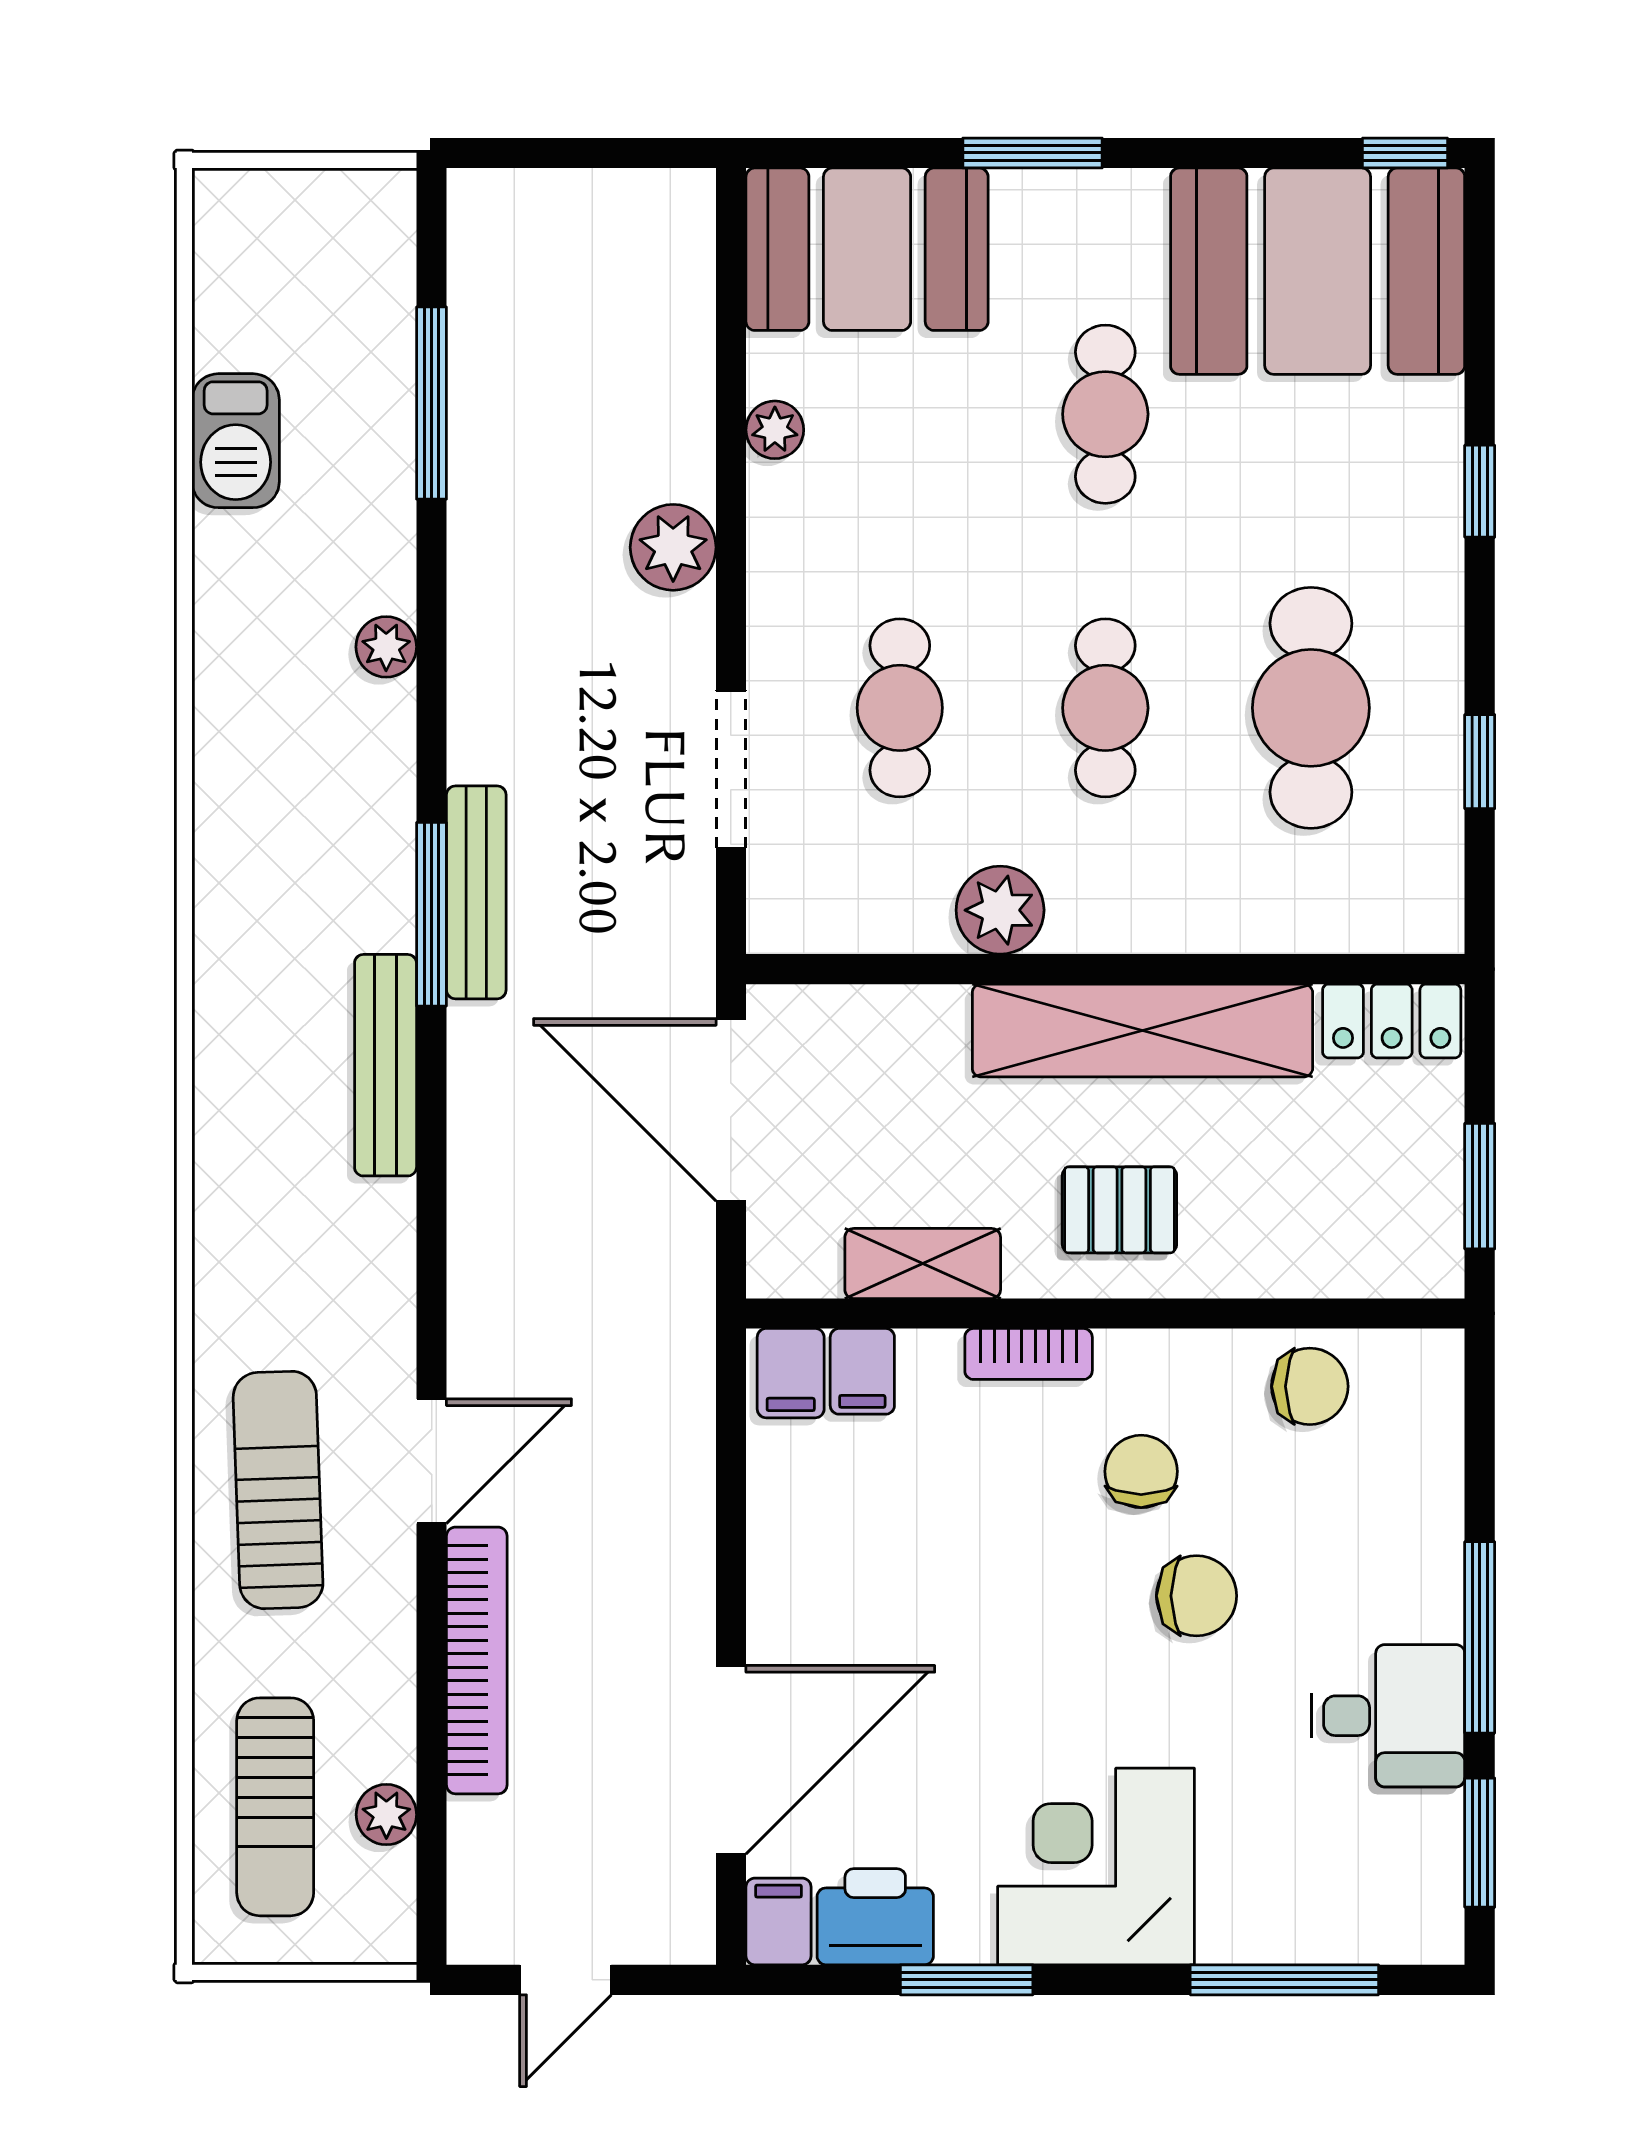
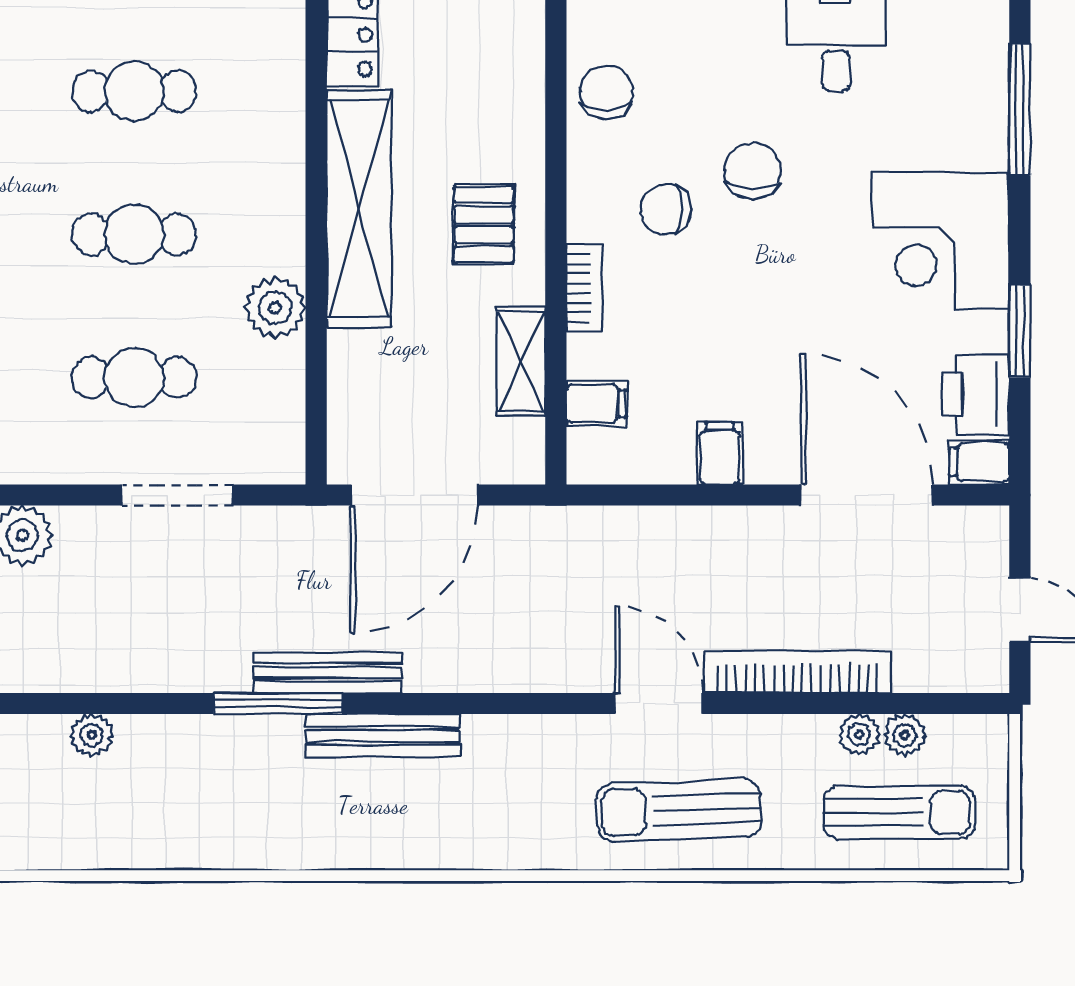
cafe table: (1311, 708) -> (134, 91), width x0.73, depth x0.74
bench: (476, 892) -> (328, 672), moved
filing cabinet: (791, 1373) -> (720, 453), moved, turned -90
plant: (387, 1749) -> (859, 734), added

